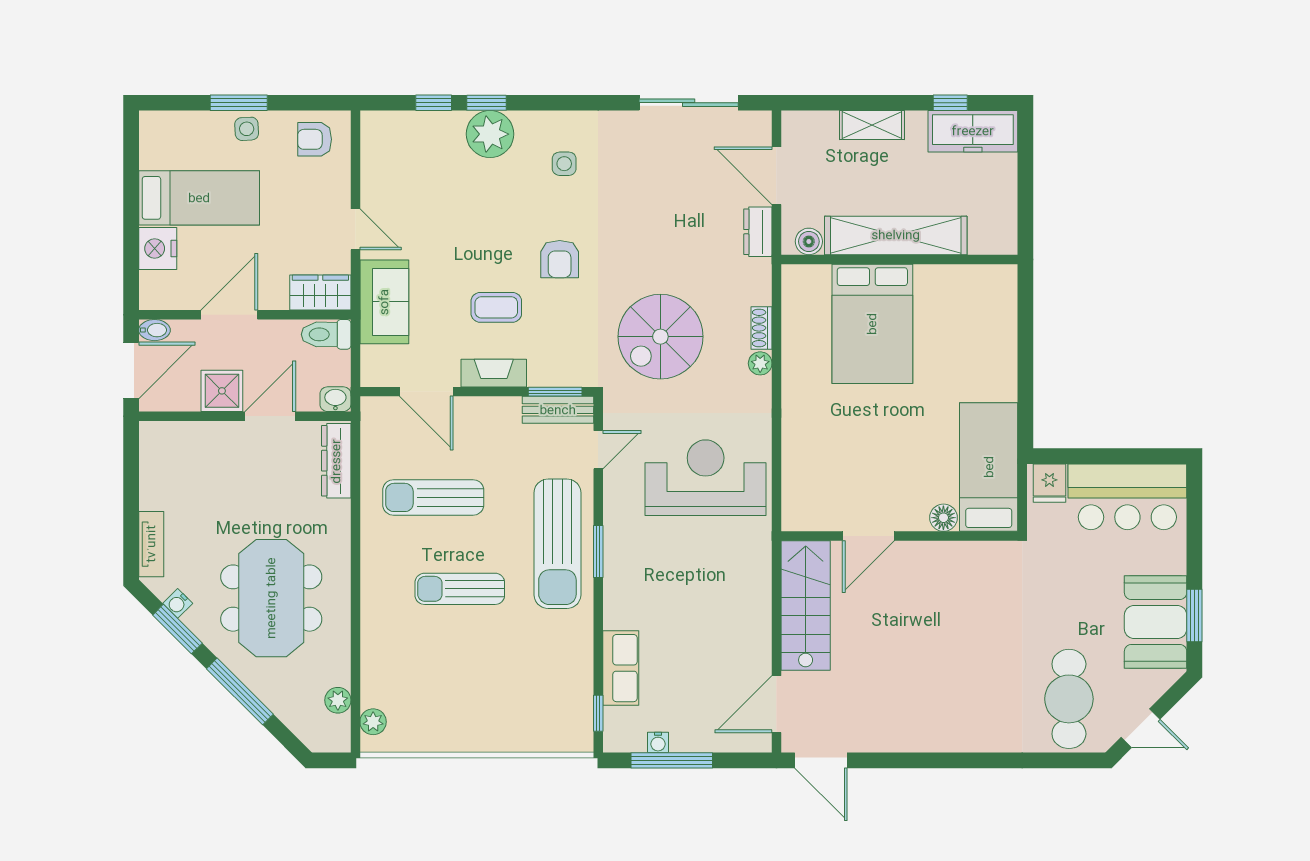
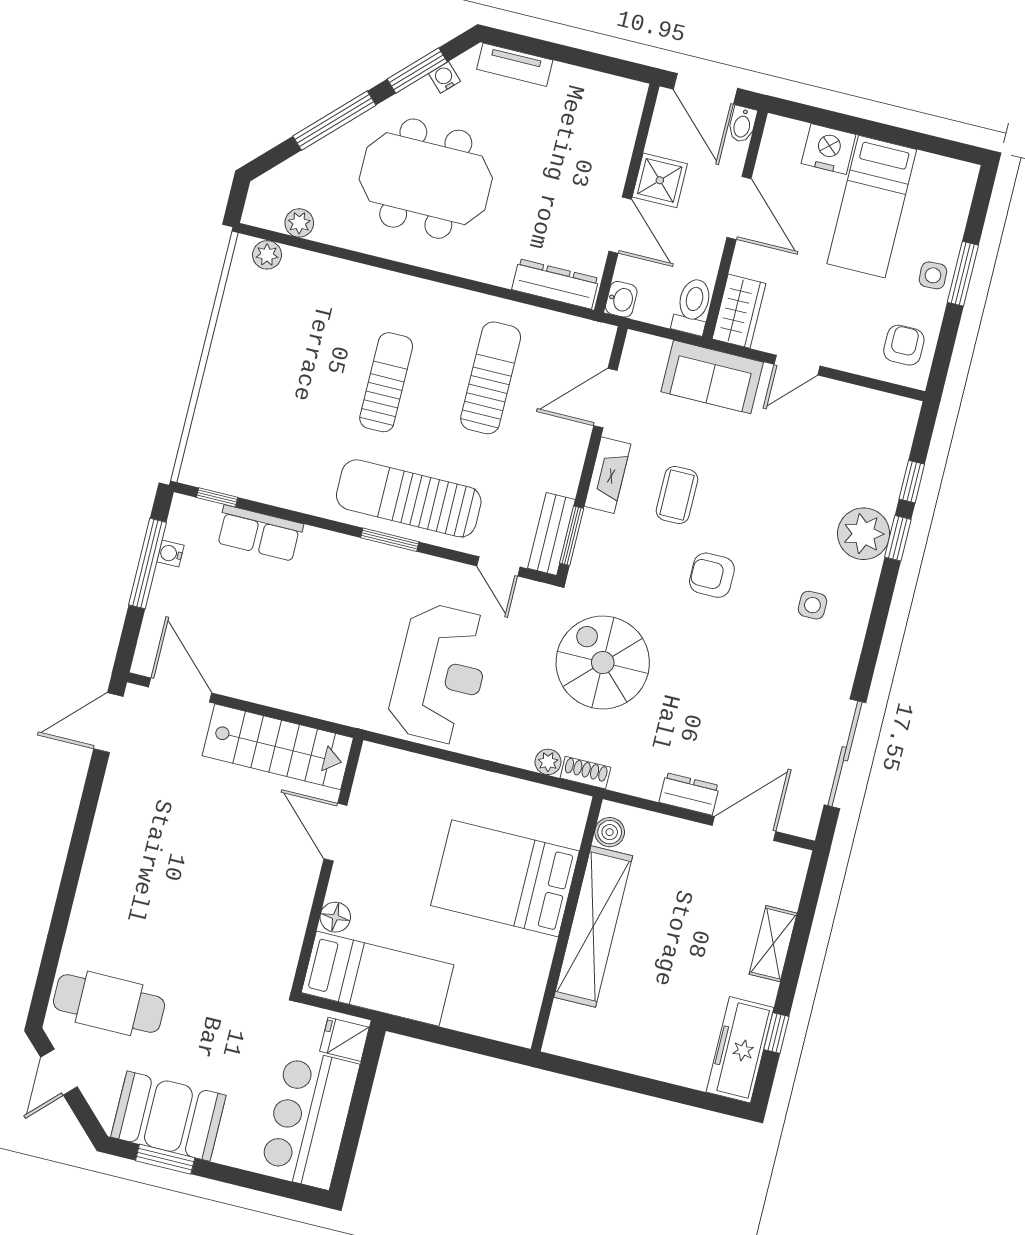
shelving: (896, 235) -> (593, 927), moved
boiler: (809, 241) -> (610, 832), moved
wall: (899, 259) -> (567, 924), moved
bed: (872, 324) -> (505, 878), moved

